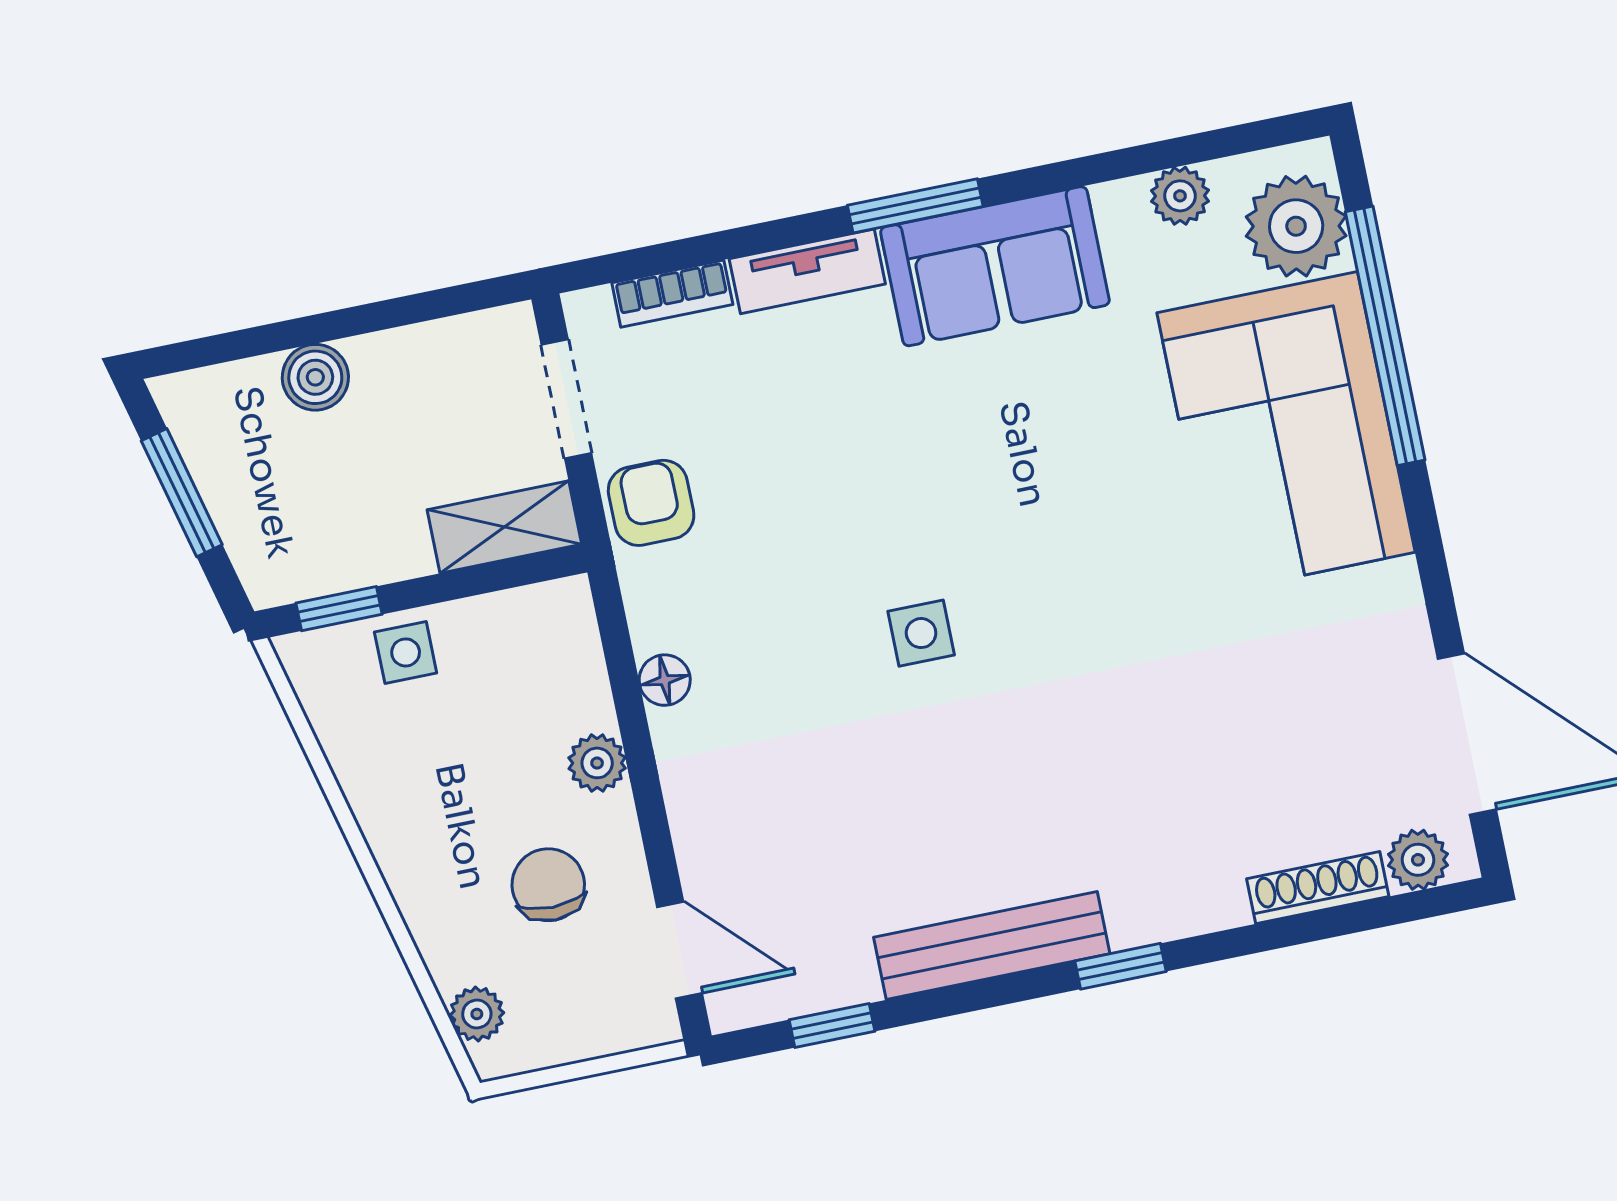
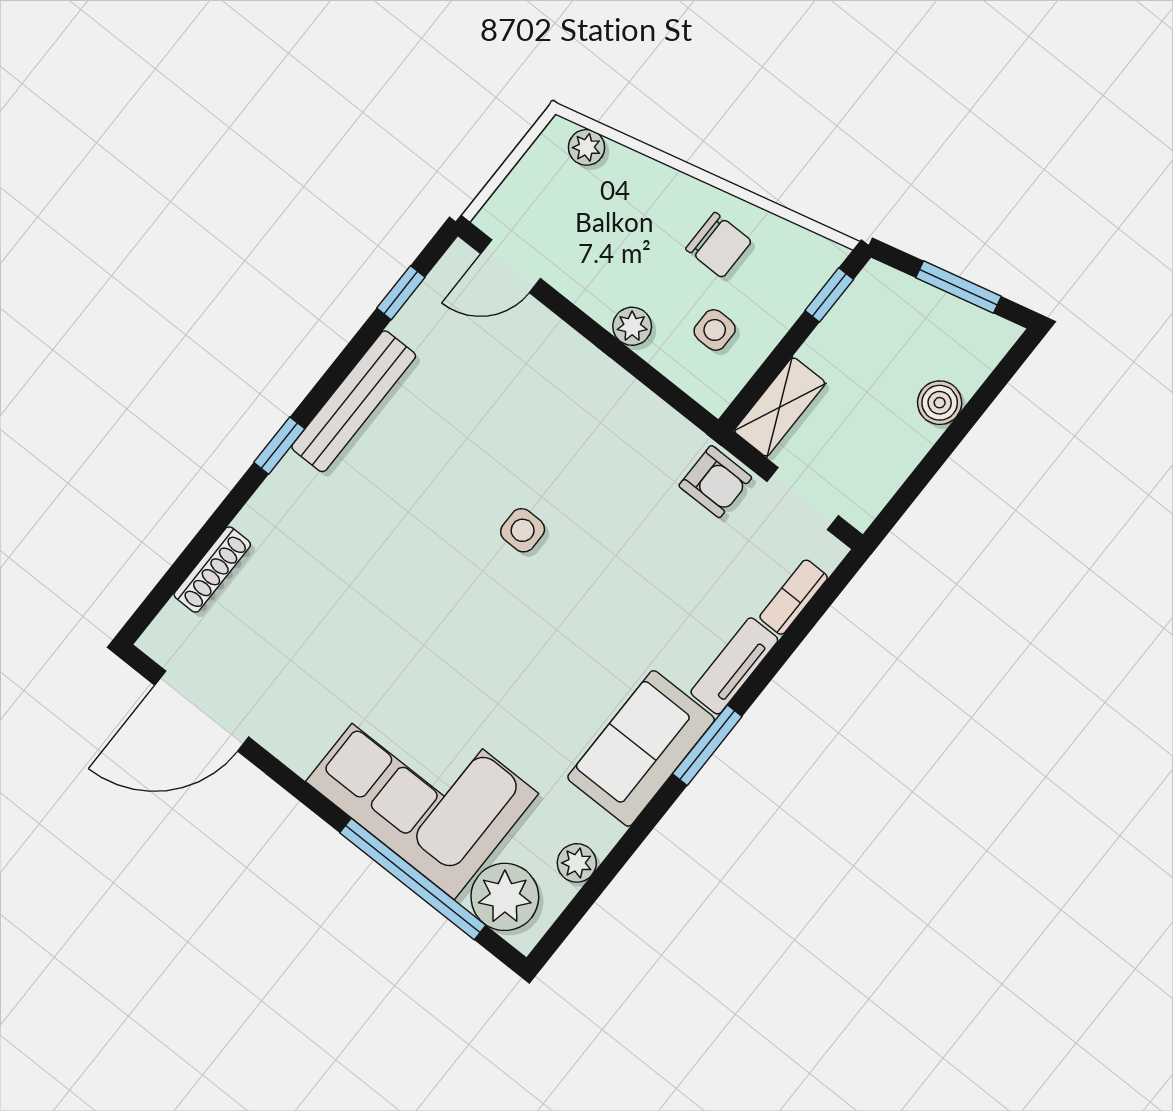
side table: (406, 652) -> (715, 330), moved
floor lamp: (665, 680) -> (633, 397), removed
plant: (1418, 860) -> (173, 626), removed
chair: (548, 885) -> (719, 245), moved

